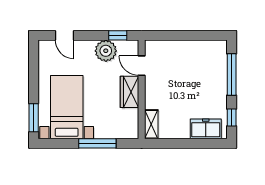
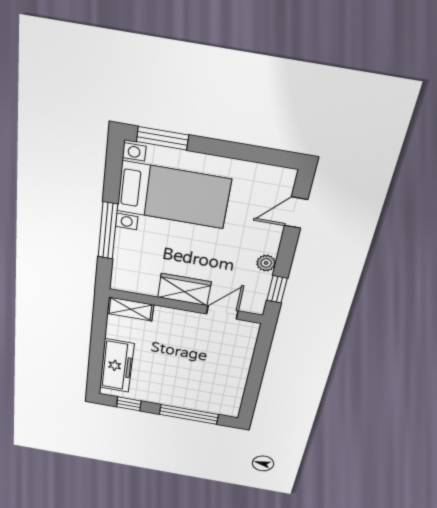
plant: (106, 51) -> (266, 263), width x0.53, depth x0.53
freezer: (206, 129) -> (117, 366), width x1.40

